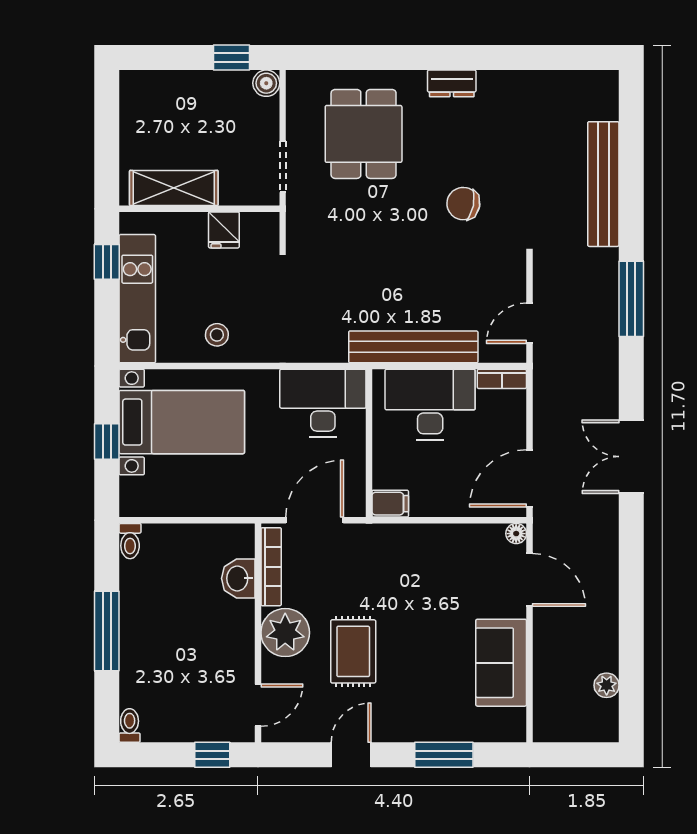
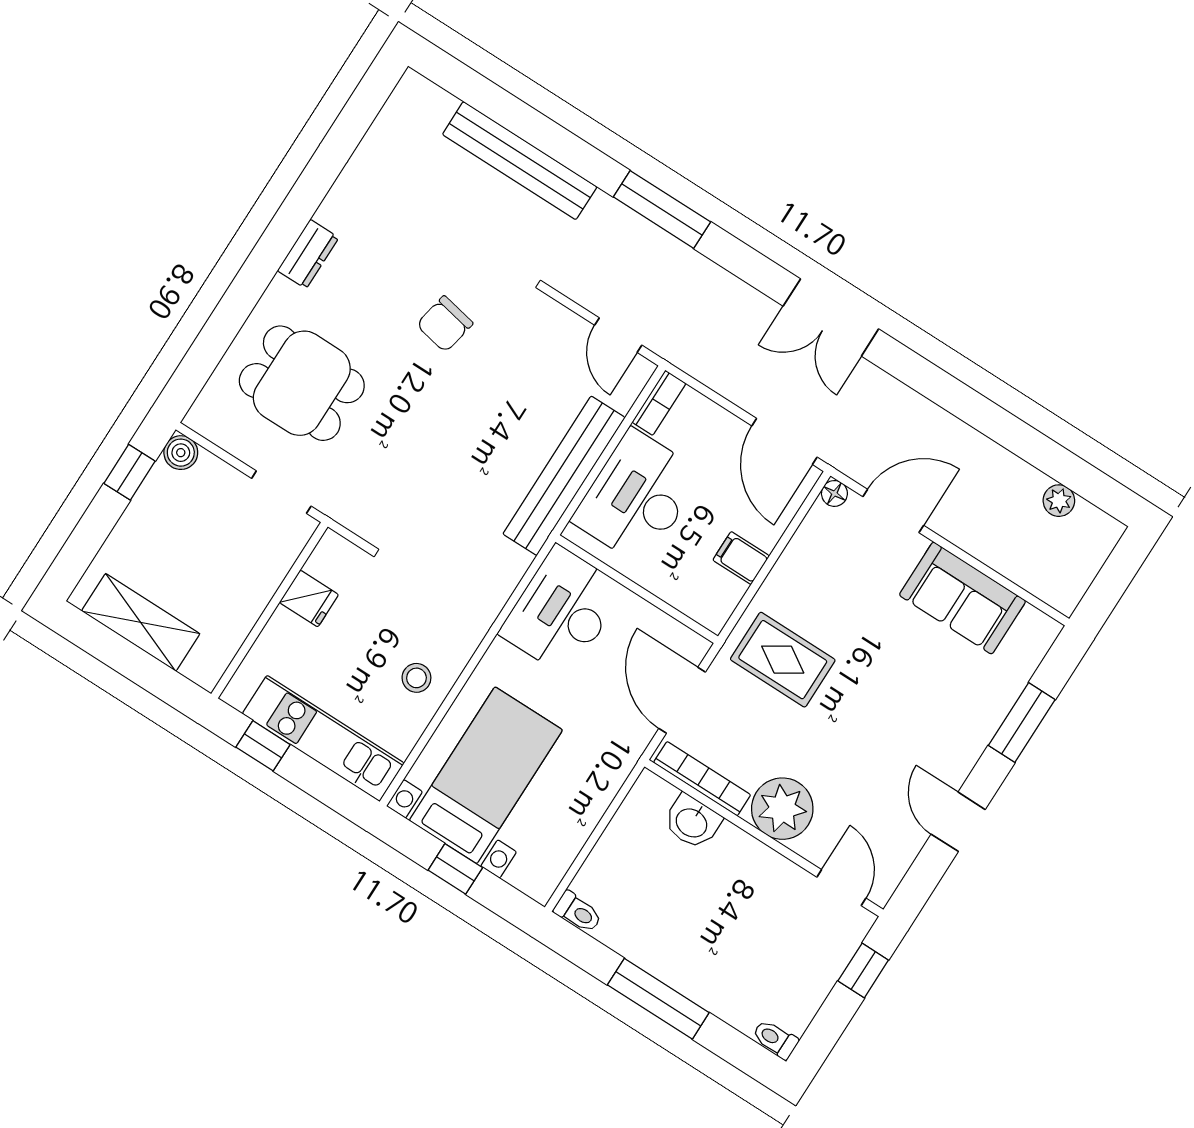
shelving: (174, 188) -> (141, 622), moved, turned 90
filing cabinet: (390, 504) -> (741, 558), moved, turned -90
rug: (353, 651) -> (783, 660), moved

